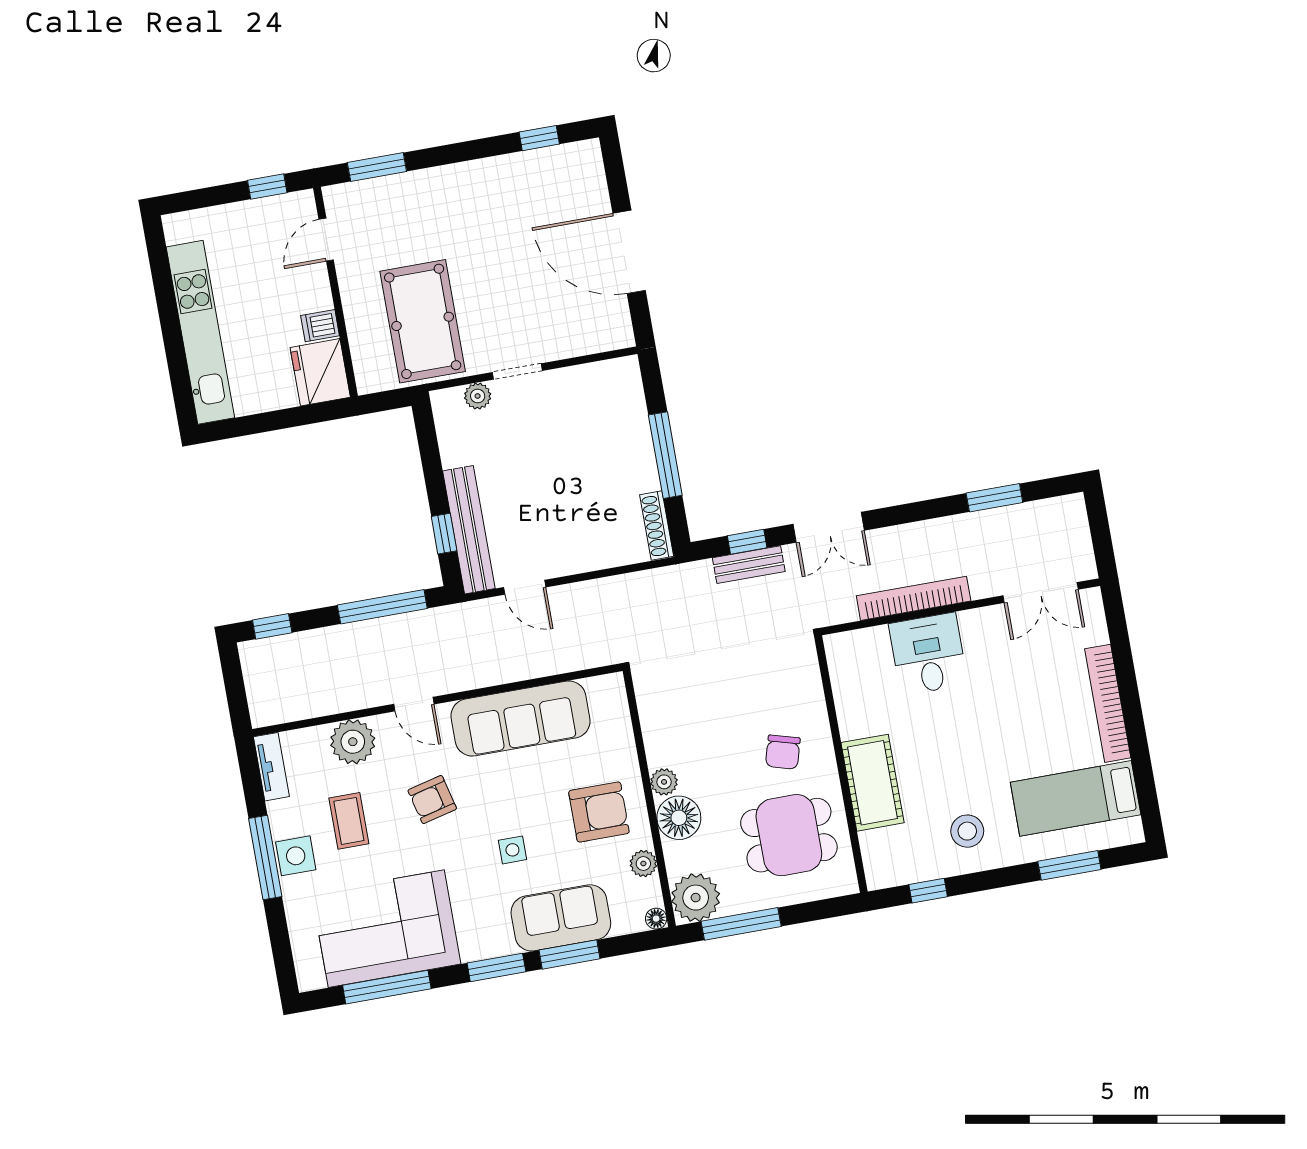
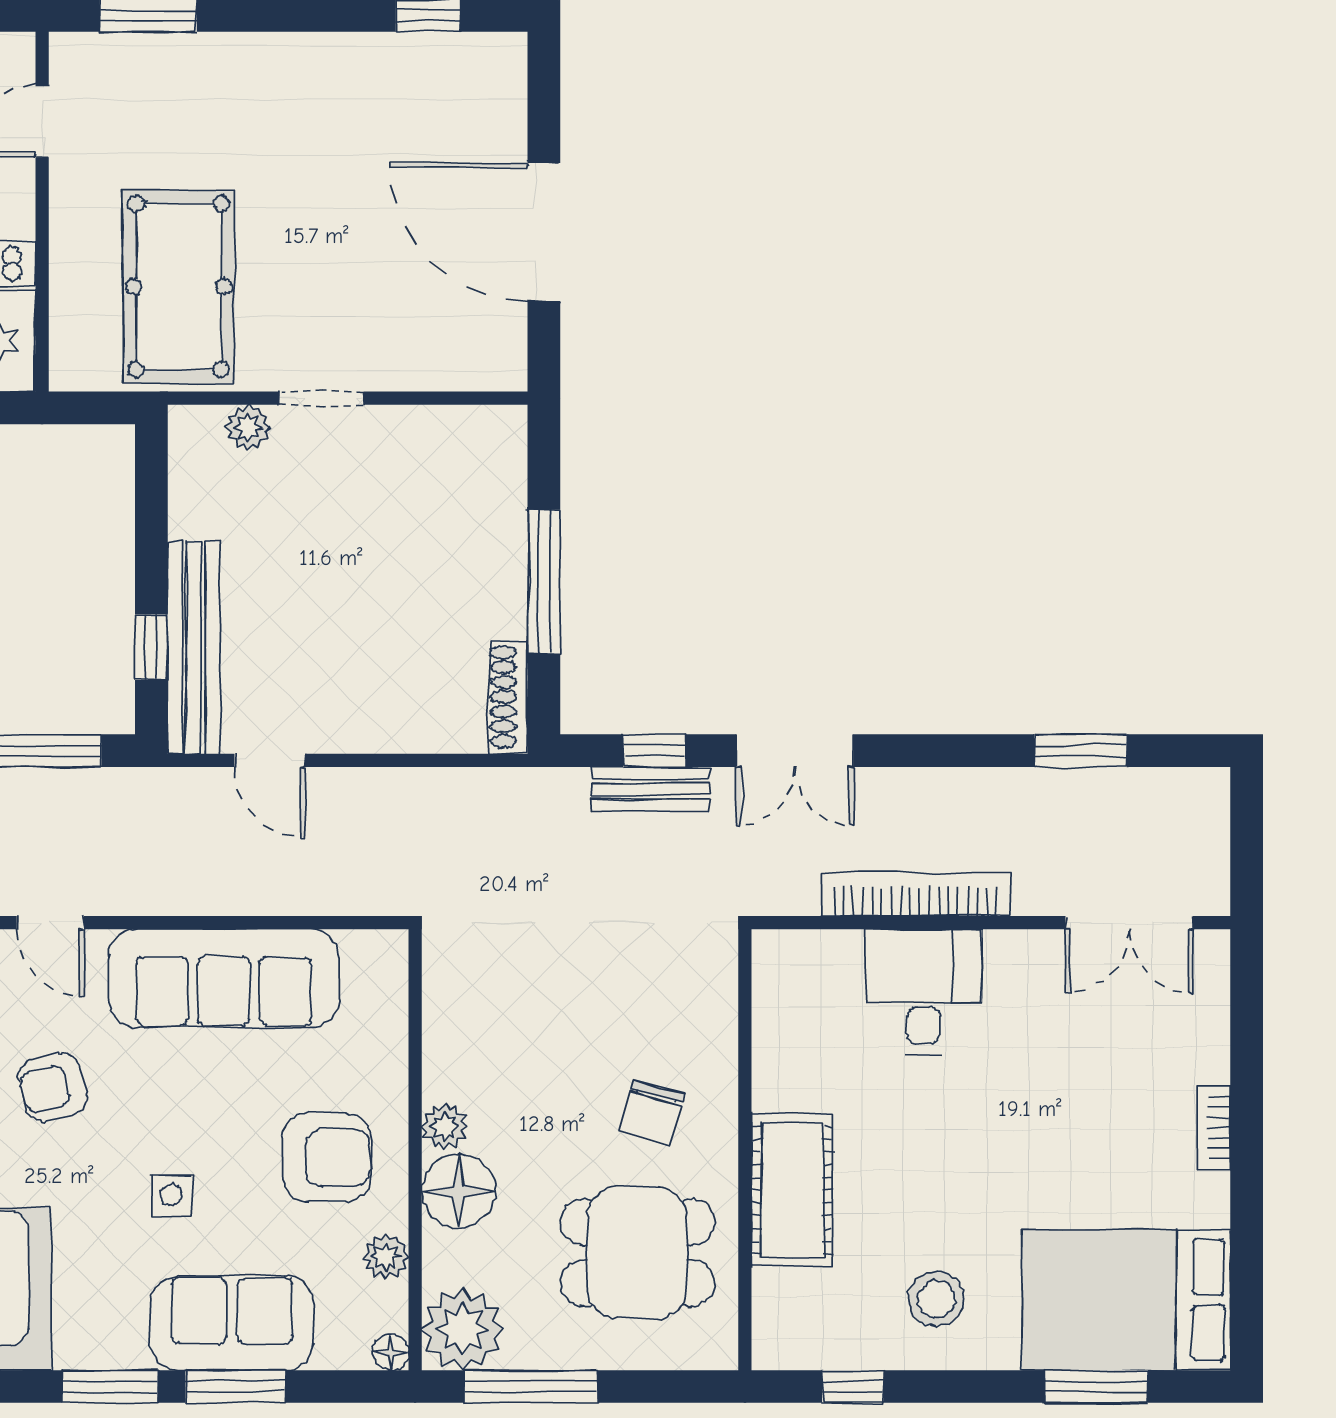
bookcase: (1108, 703) -> (1213, 1127), width x0.43, depth x0.76
bed: (1076, 798) -> (1126, 1300), width x1.50

